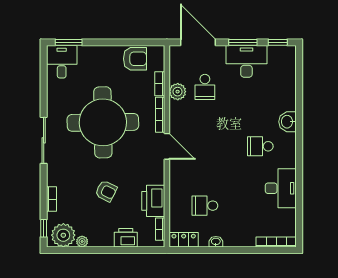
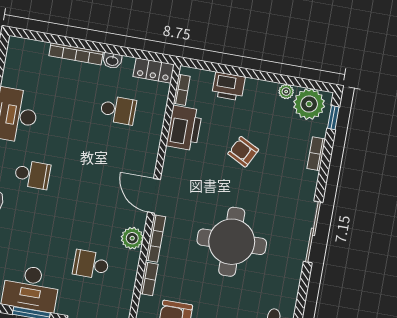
school desk: (205, 87) -> (91, 264), turned -90
plant: (178, 92) -> (132, 238), moved
round table: (103, 122) -> (232, 242), width x0.73, depth x0.73
bookcase: (276, 242) -> (76, 54), moved

